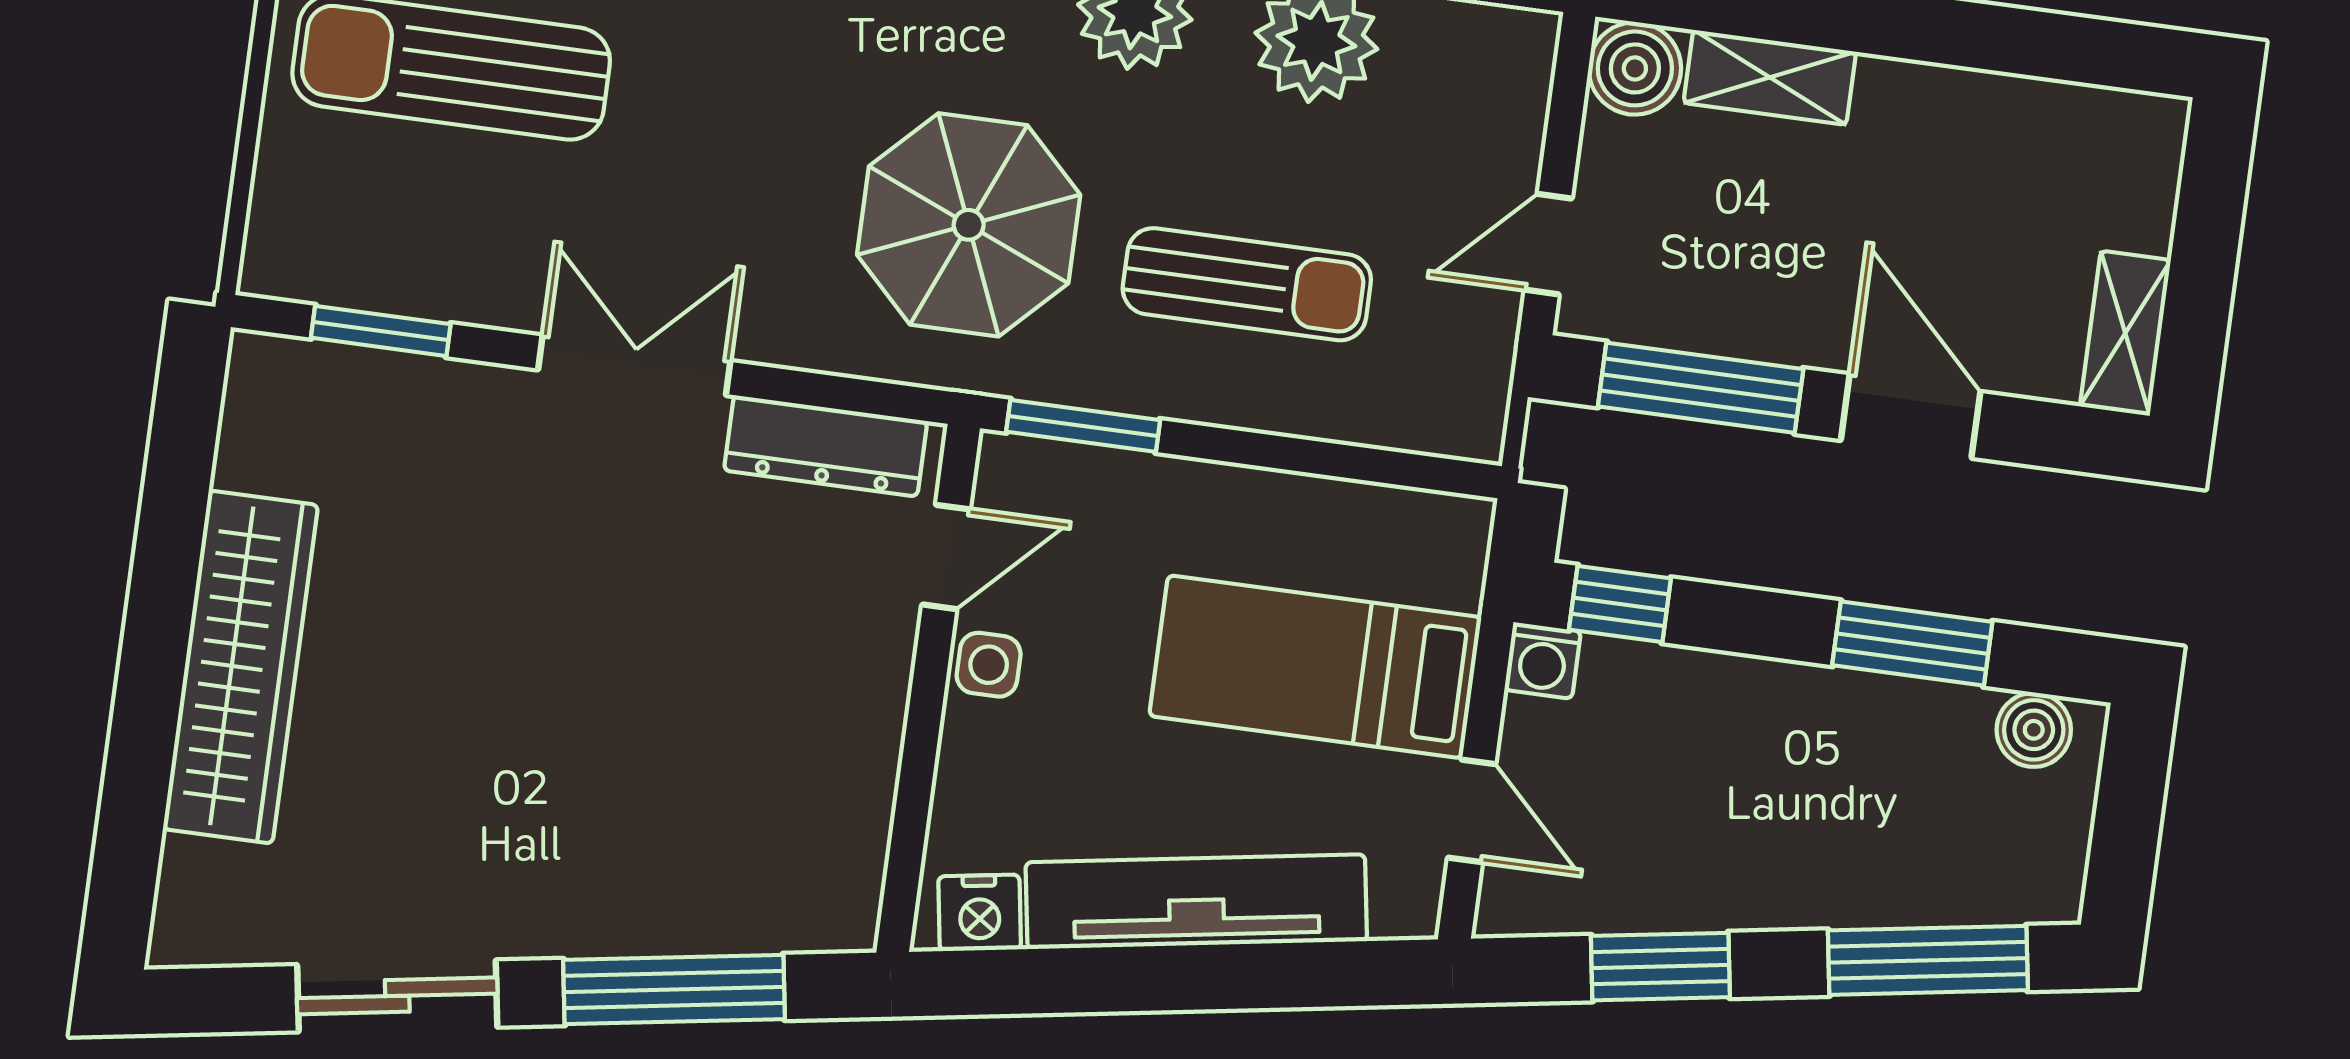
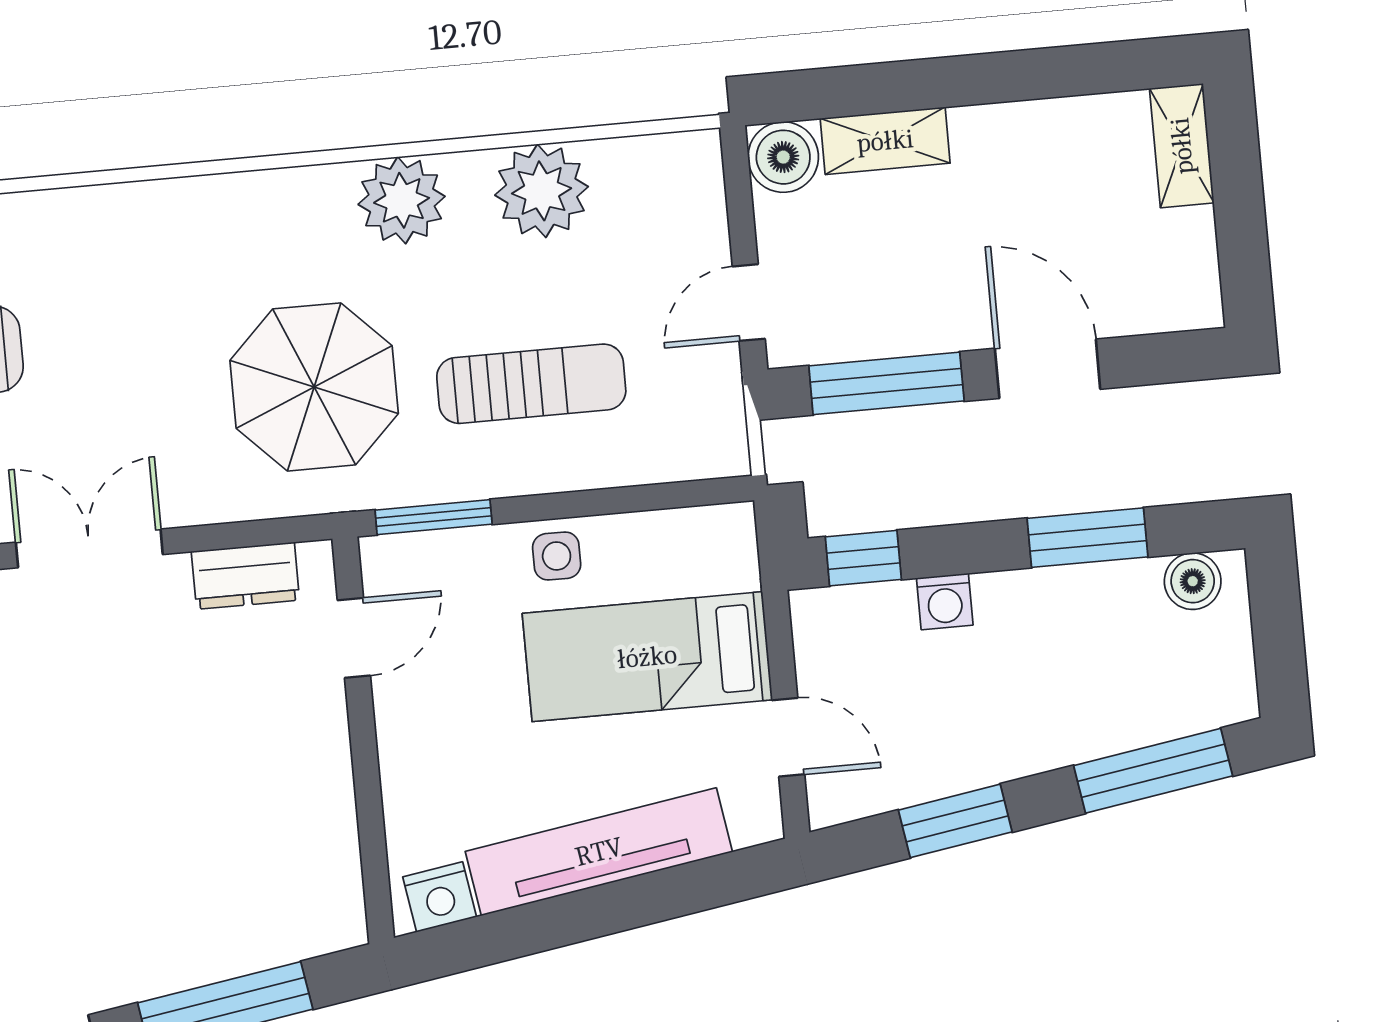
shelving: (2125, 333) -> (1182, 146), moved
dresser: (826, 446) -> (245, 576), width x0.70
washing machine: (1543, 660) -> (945, 601), moved
side table: (989, 665) -> (557, 556), moved

